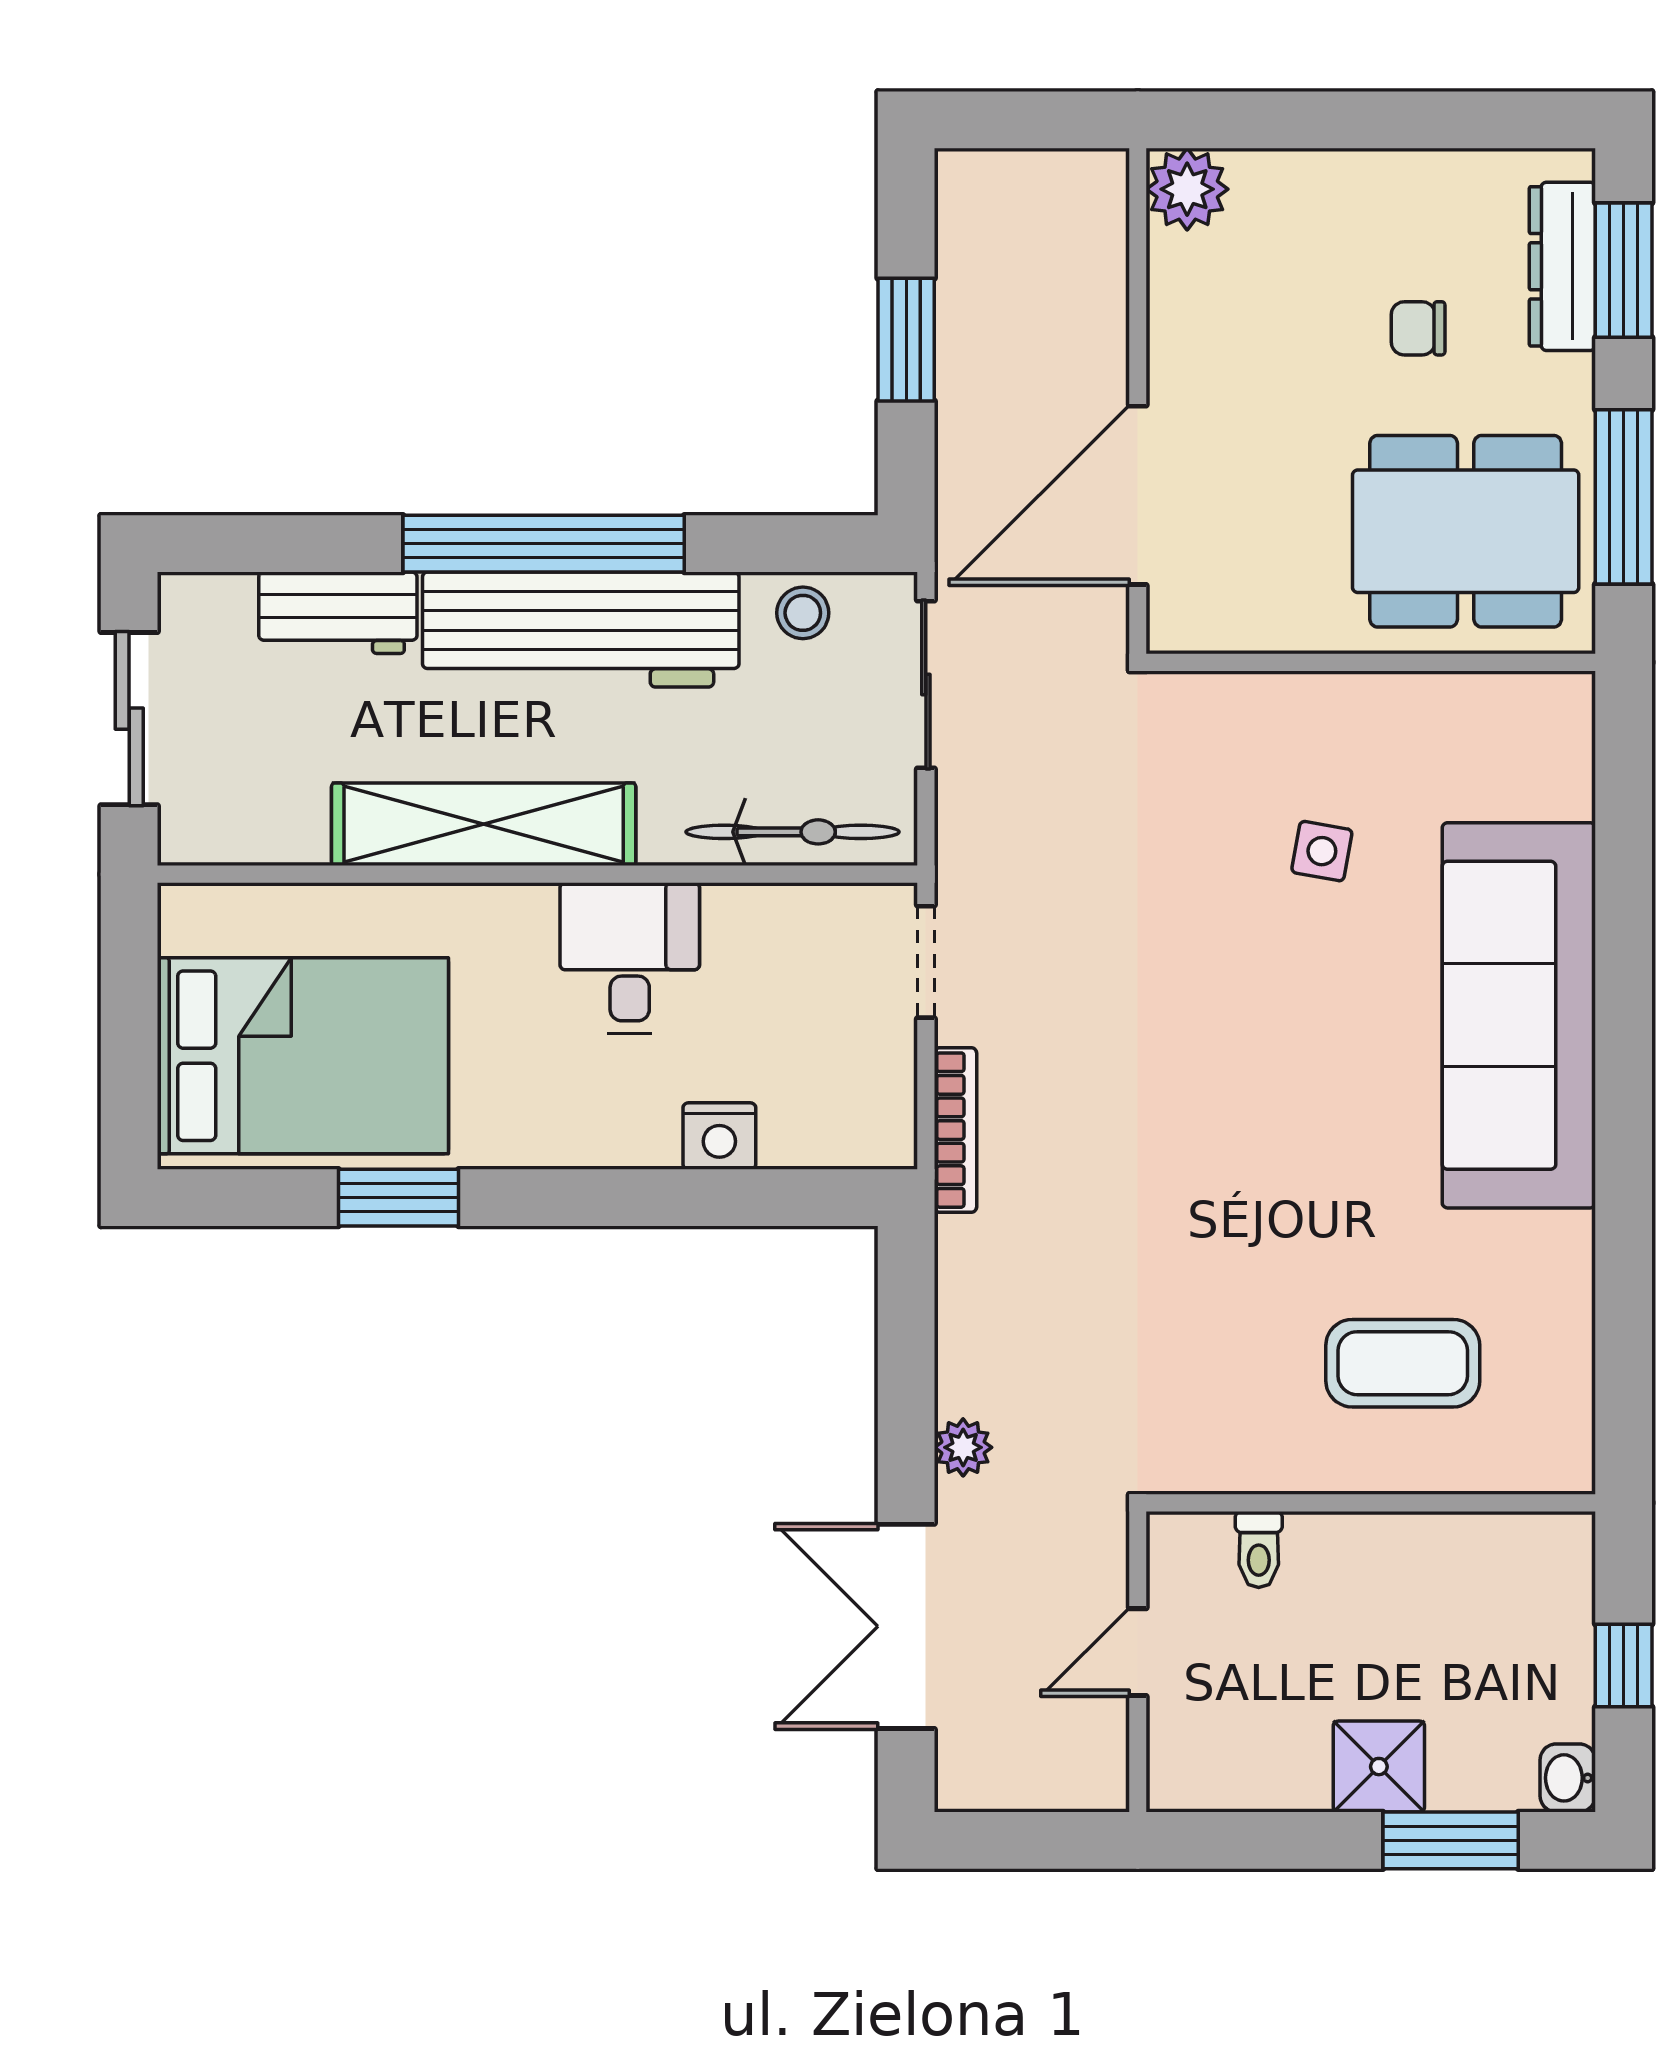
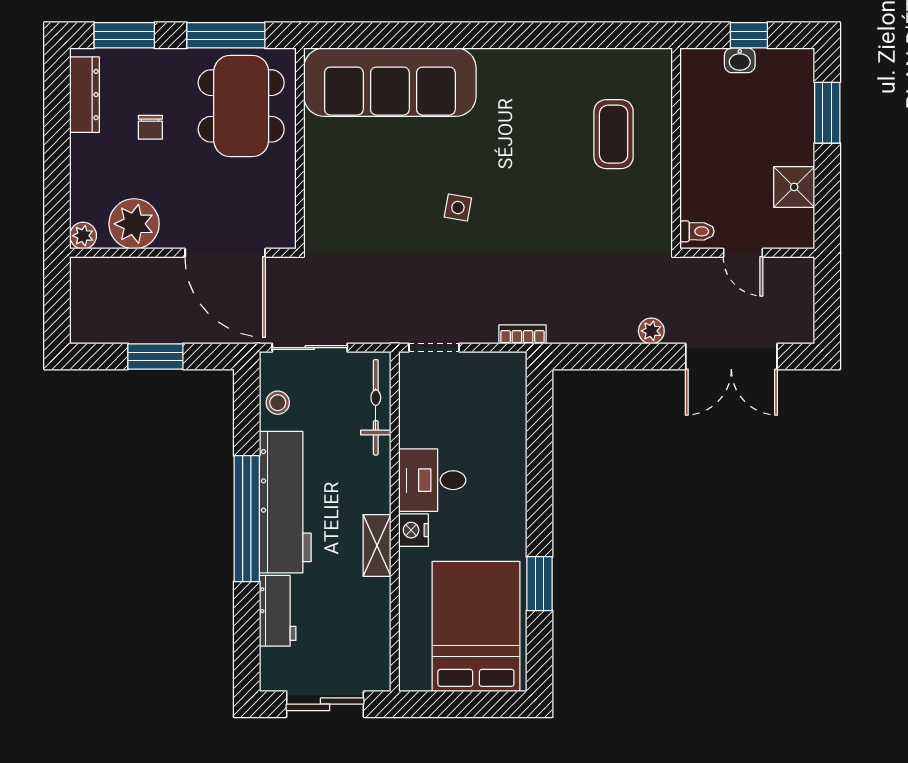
plant: (1187, 189) -> (83, 236), width x0.73, depth x0.73
dresser: (1562, 266) -> (84, 95), moved, turned -90
plant: (1202, 292) -> (134, 224), added
shelving: (484, 824) -> (377, 546), width x0.45, depth x0.75
side table: (1322, 851) -> (458, 208), moved
sofa: (1519, 1015) -> (390, 82), moved
bookcase: (955, 1130) -> (523, 334), width x0.64
nightstand: (719, 1136) -> (413, 530), moved, turned 180
toilet: (1259, 1549) -> (697, 231), moved
shower: (1379, 1767) -> (794, 187), moved
washbasin: (1568, 1778) -> (740, 60), moved

